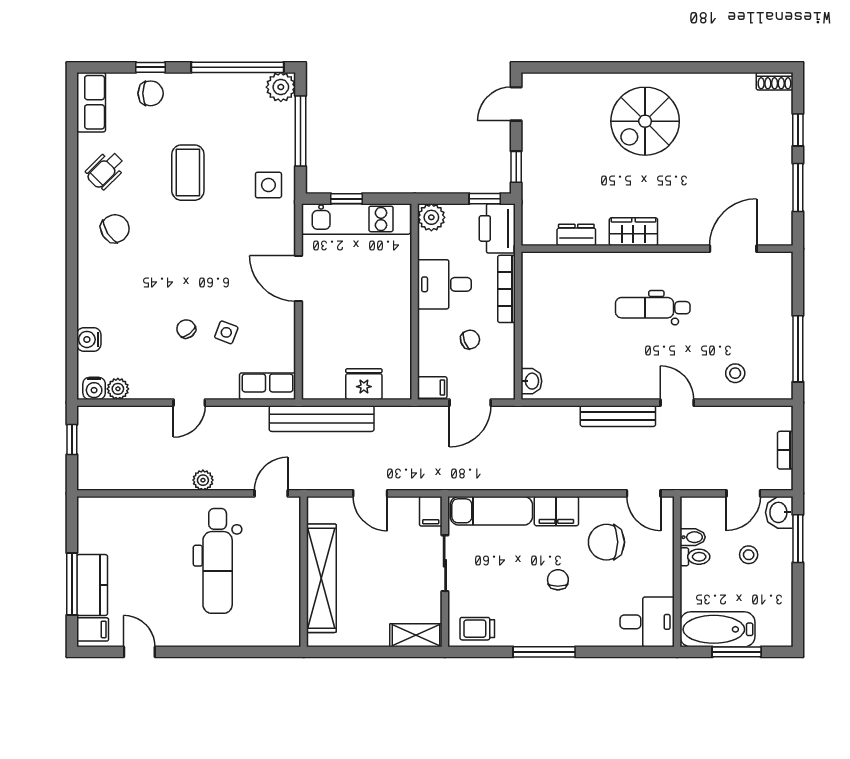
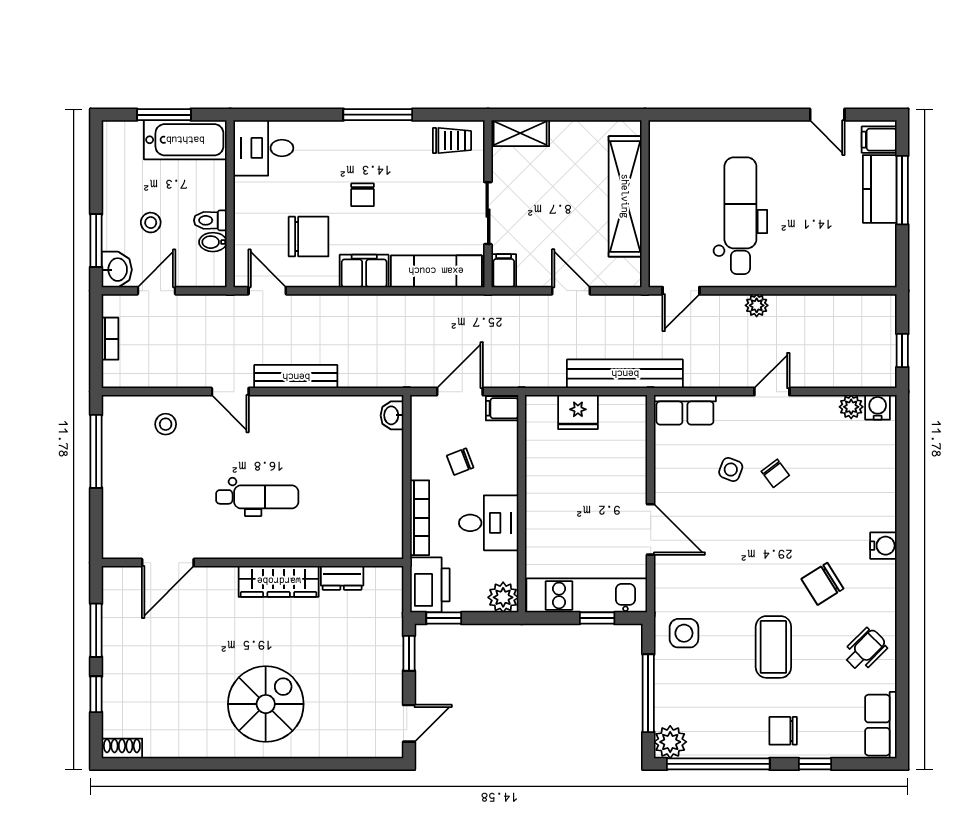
chair: (151, 93) -> (783, 731), moved
chair: (115, 229) -> (822, 584), moved
wardrobe: (633, 232) -> (279, 581), width x1.50
water cooler: (89, 339) -> (883, 546), moved

